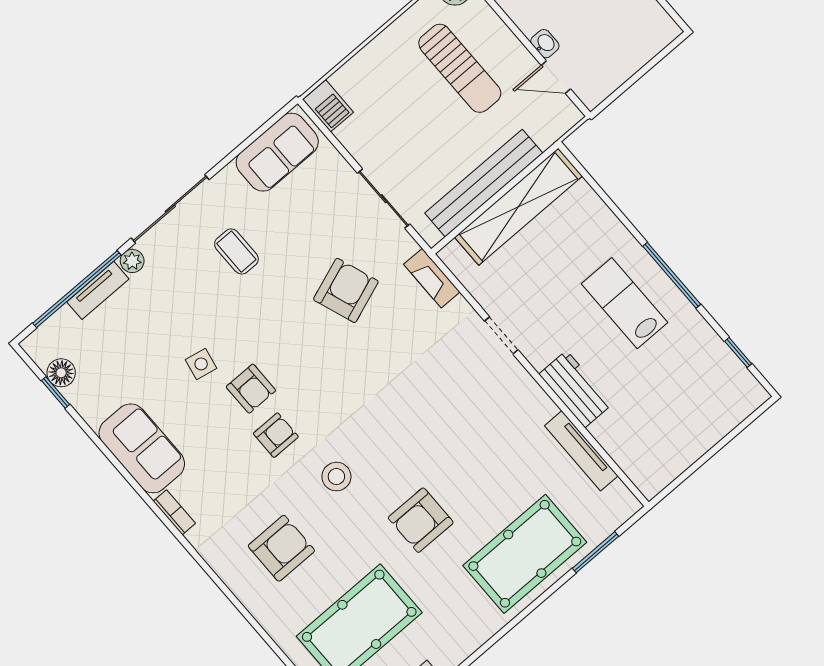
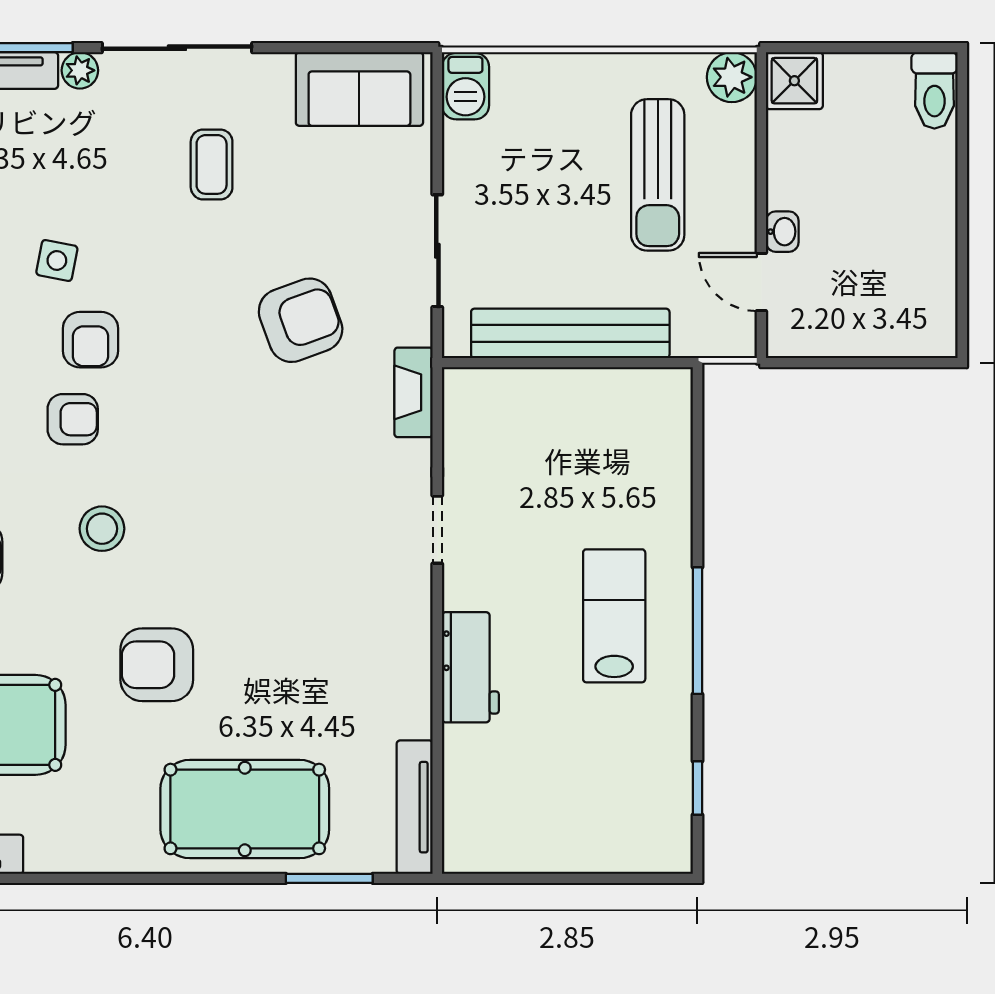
shelving: (518, 207) -> (587, 396), removed
tv unit: (581, 451) -> (415, 807), moved

